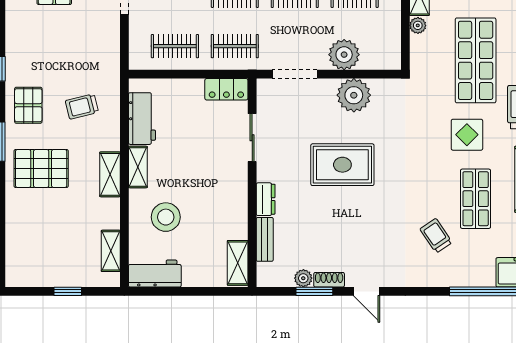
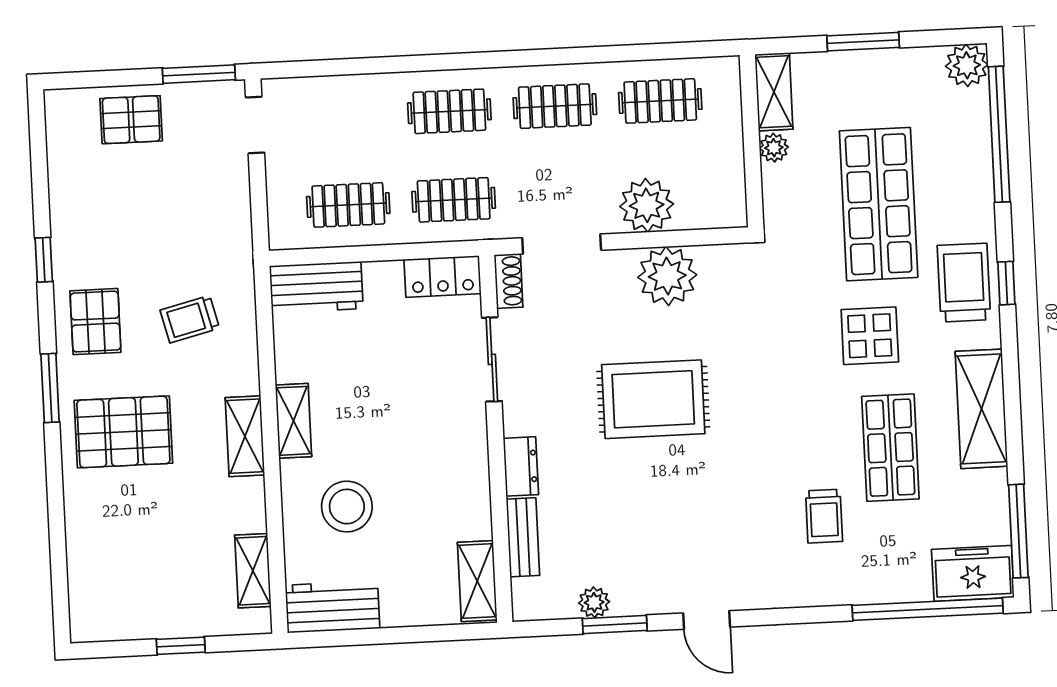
workbench: (142, 119) -> (316, 287), moved, turned 90
trolley: (436, 236) -> (824, 516), turned -146
shoe rack: (329, 280) -> (509, 281), moved, turned 90

